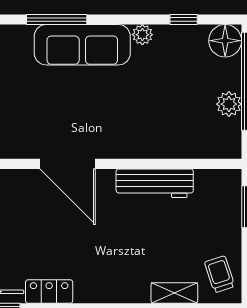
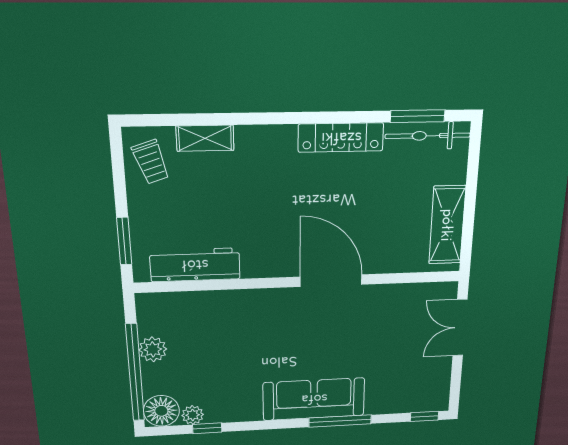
plant: (142, 35) -> (193, 415), moved
workbench: (155, 183) -> (195, 265), moved
locker: (49, 292) -> (341, 138), width x1.53

